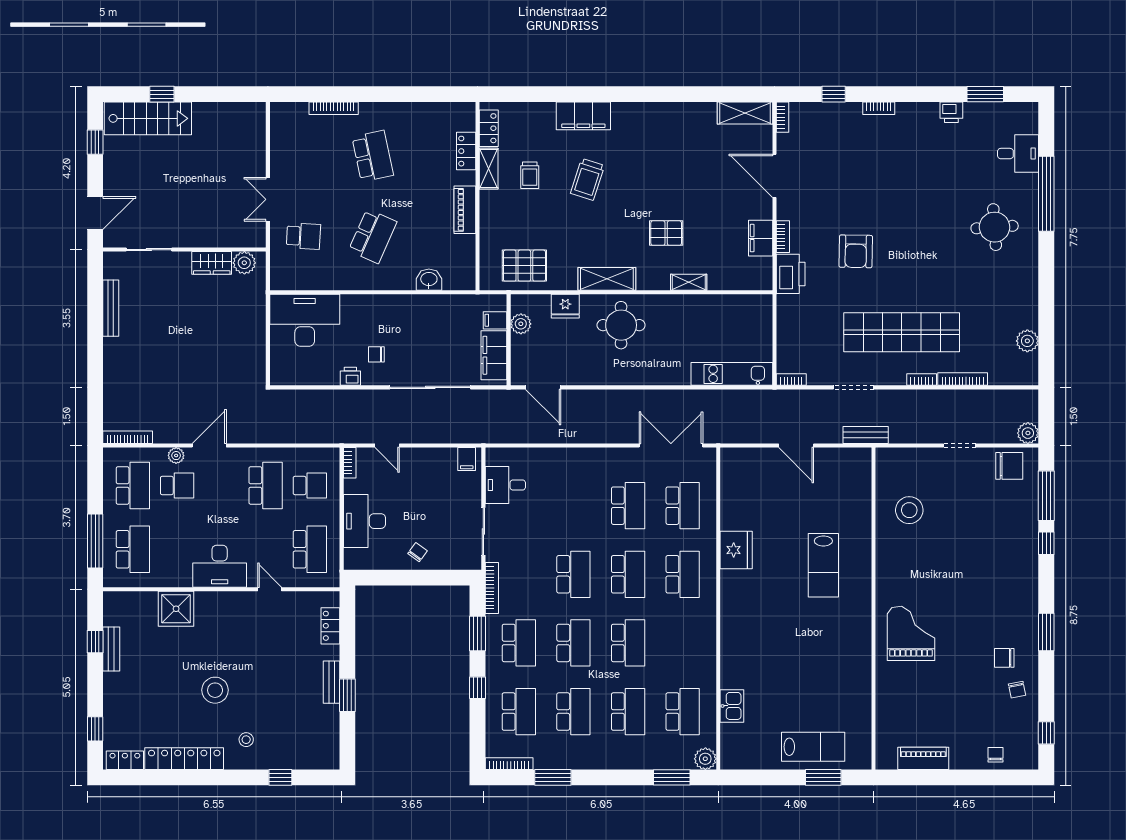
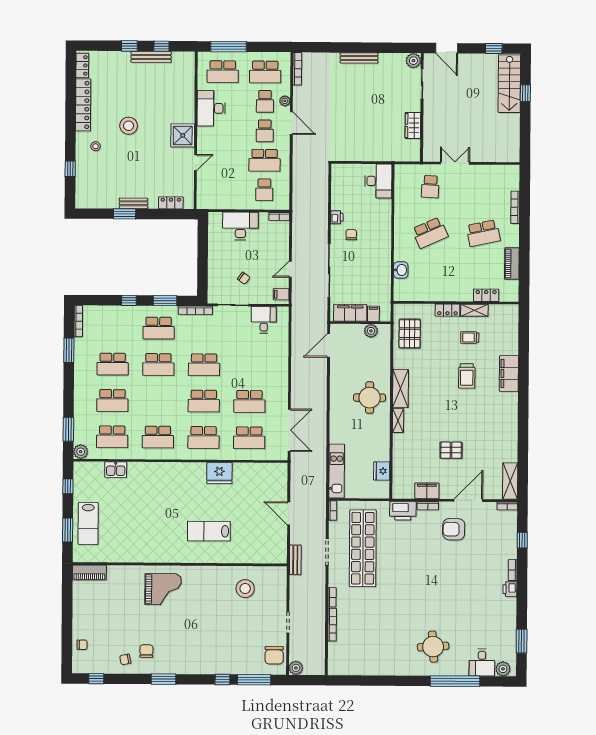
printer: (951, 112) -> (510, 589), moved
locker: (489, 128) -> (447, 310), moved
trolley: (588, 179) -> (467, 376), turned -108
piano: (465, 210) -> (512, 264), moved, turned -90
pallet: (666, 233) -> (451, 450), moved, turned 90
school desk: (373, 236) -> (430, 233), turned -48
armchair: (856, 251) -> (454, 529), moved
plant: (244, 263) -> (413, 61), moved
shelving: (689, 282) -> (398, 421), moved
fridge: (565, 306) -> (382, 471), moved
bench: (111, 308) -> (359, 58), moved
desk: (305, 320) -> (378, 181), width x0.73, depth x0.77
shop shelf: (902, 332) -> (363, 548), moved
plant: (1027, 341) -> (503, 669), moved
door: (387, 446) -> (290, 269), moved
door: (796, 446) -> (289, 514), hinge flipped
school desk: (310, 549) -> (265, 131), moved, width x0.54
chair: (418, 552) -> (244, 278), moved
desk: (220, 566) -> (211, 108), moved
shower: (176, 609) -> (183, 135), moved
school desk: (628, 643) -> (158, 437), moved
bench: (111, 649) -> (151, 57), width x1.36
school desk: (519, 712) -> (113, 328), removed
window: (95, 729) -> (129, 46), moved
piano: (923, 758) -> (89, 572), moved, turned 90
window: (757, 777) -> (68, 486), added

